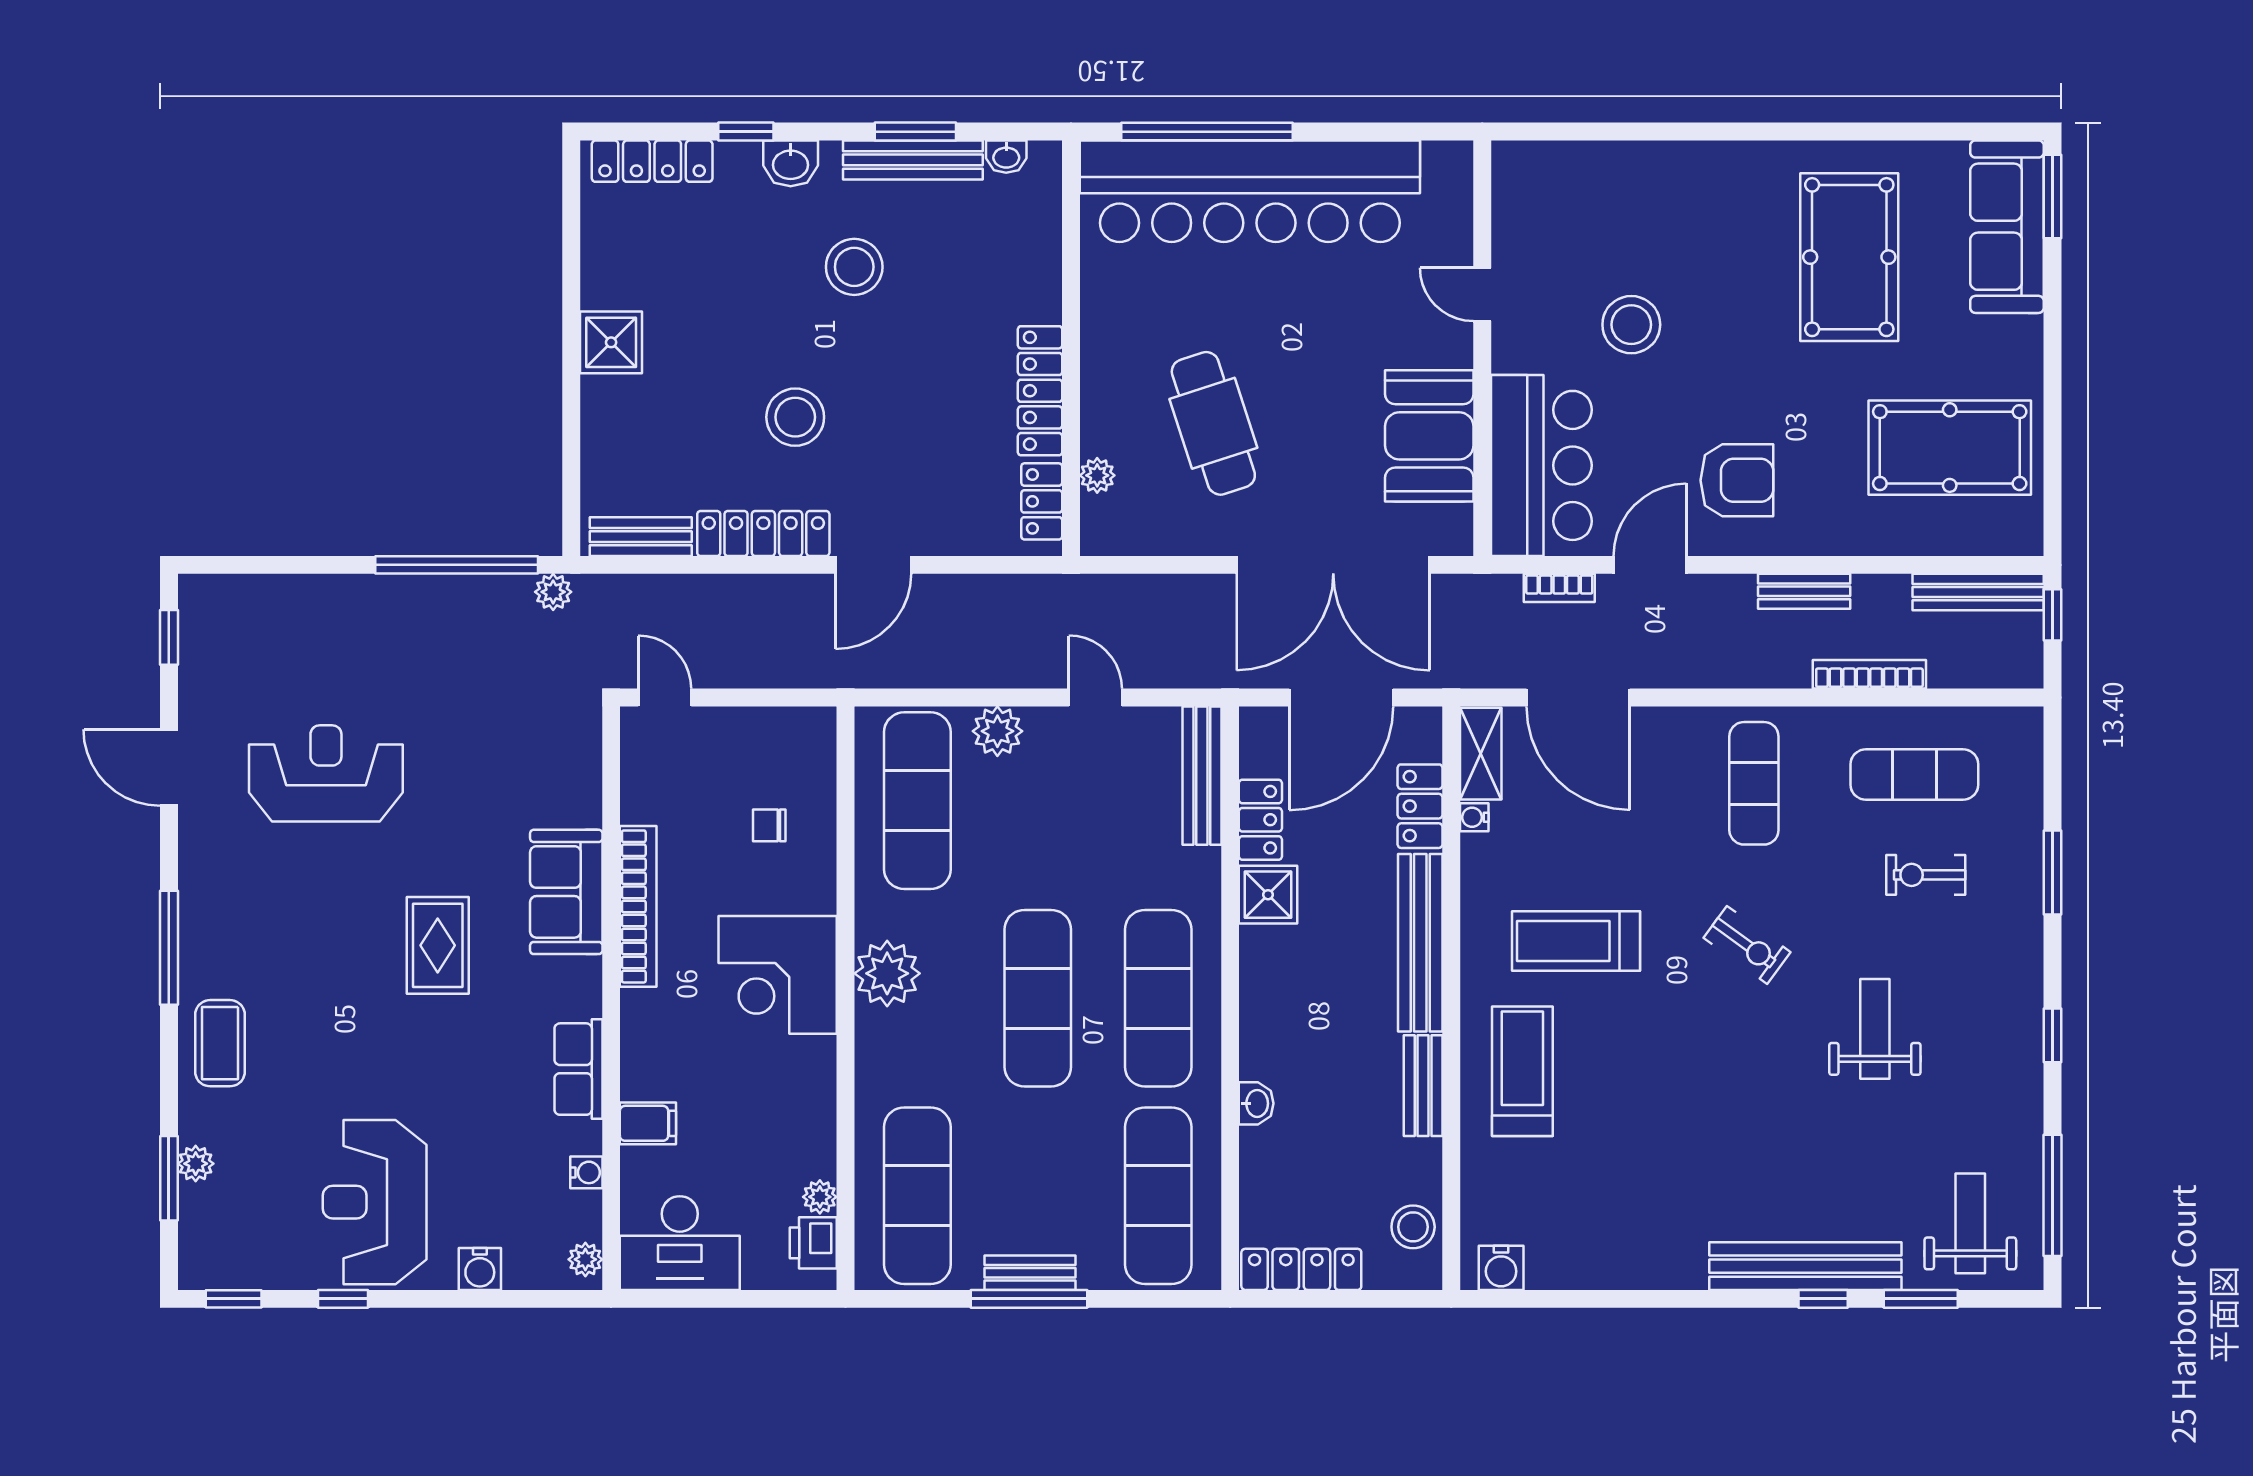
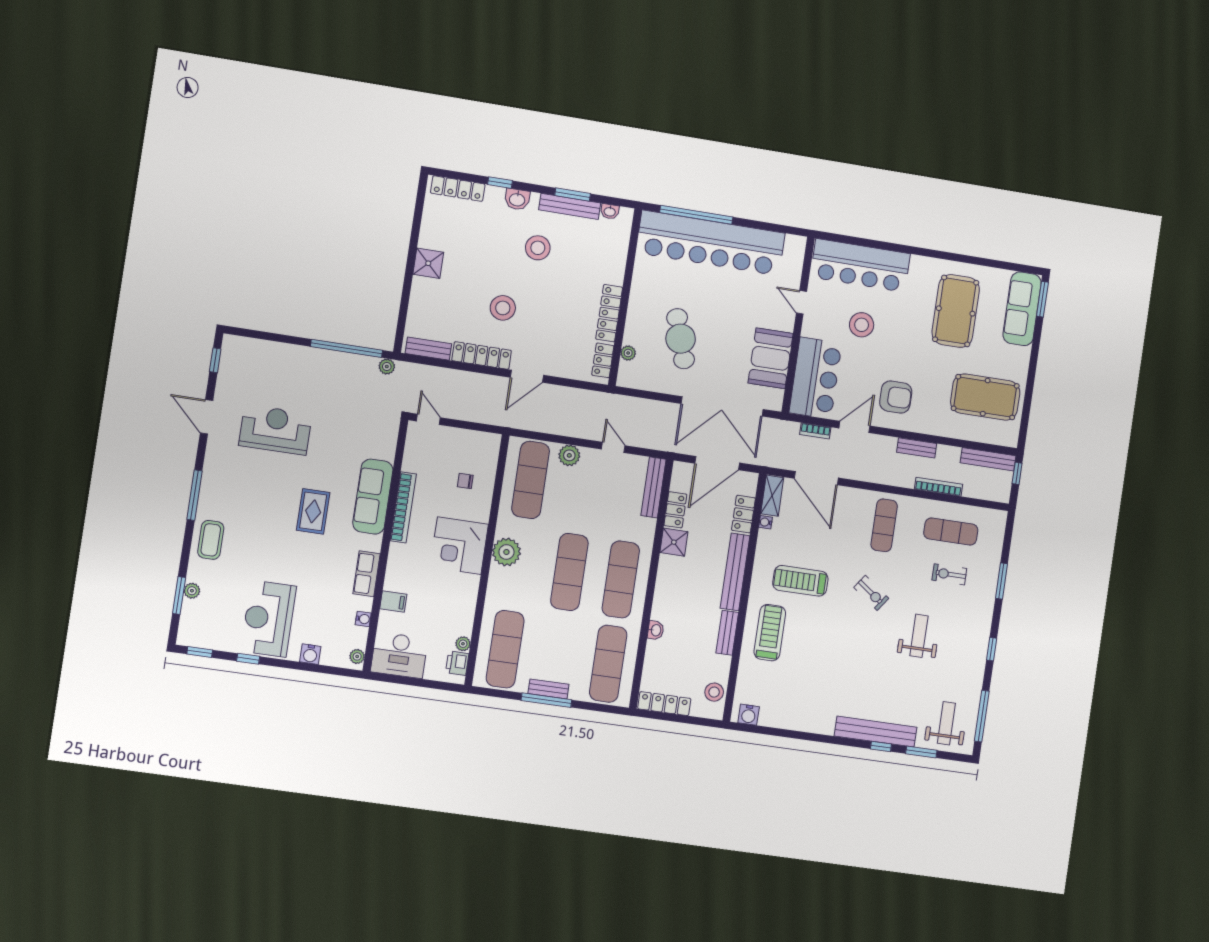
bar counter: (1608, 187) -> (860, 265), added
sofa: (566, 892) -> (373, 497), width x1.36

